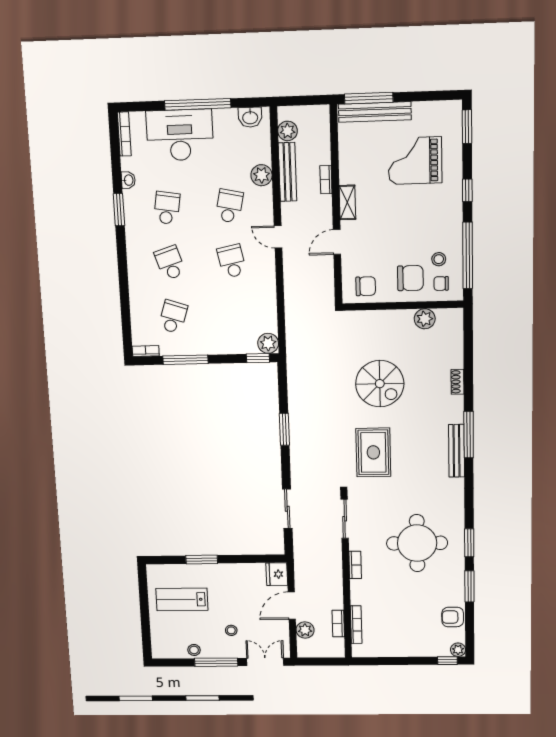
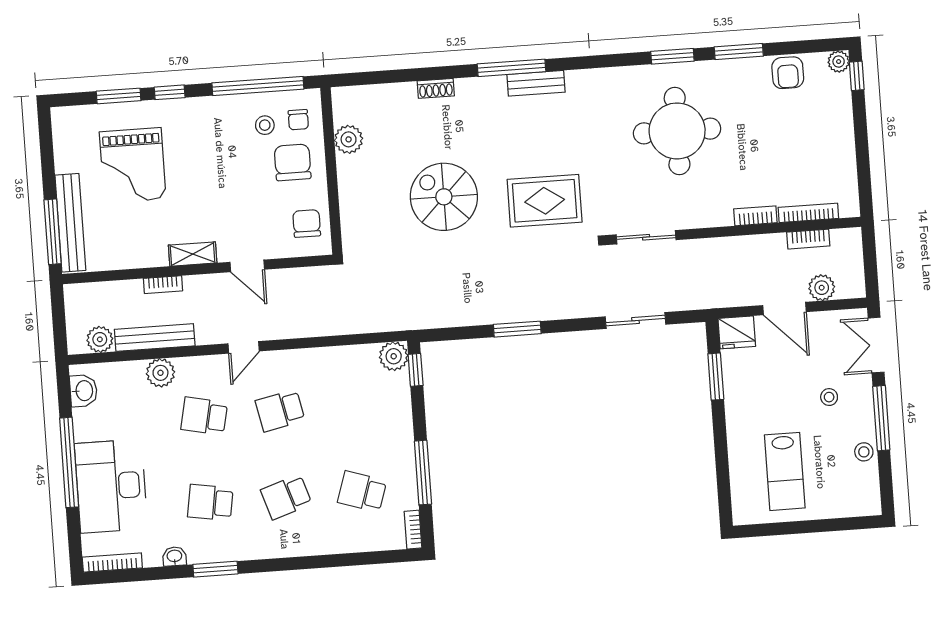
window: (467, 127) -> (119, 96), moved
spiral stairs: (380, 384) -> (444, 197), turned -90
bench: (456, 451) -> (536, 83), width x0.73
window: (202, 560) -> (716, 377), moved
bookcase: (355, 565) -> (755, 216), moved

